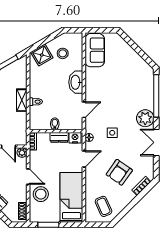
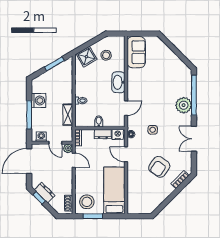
shelving: (22, 100) -> (68, 115), moved
plant: (145, 118) -> (184, 105), moved
door: (84, 159) -> (126, 154), swing flipped
door: (28, 177) -> (74, 160), moved
stool: (41, 194) -> (87, 202), moved
coffee table: (103, 206) -> (144, 199), removed

